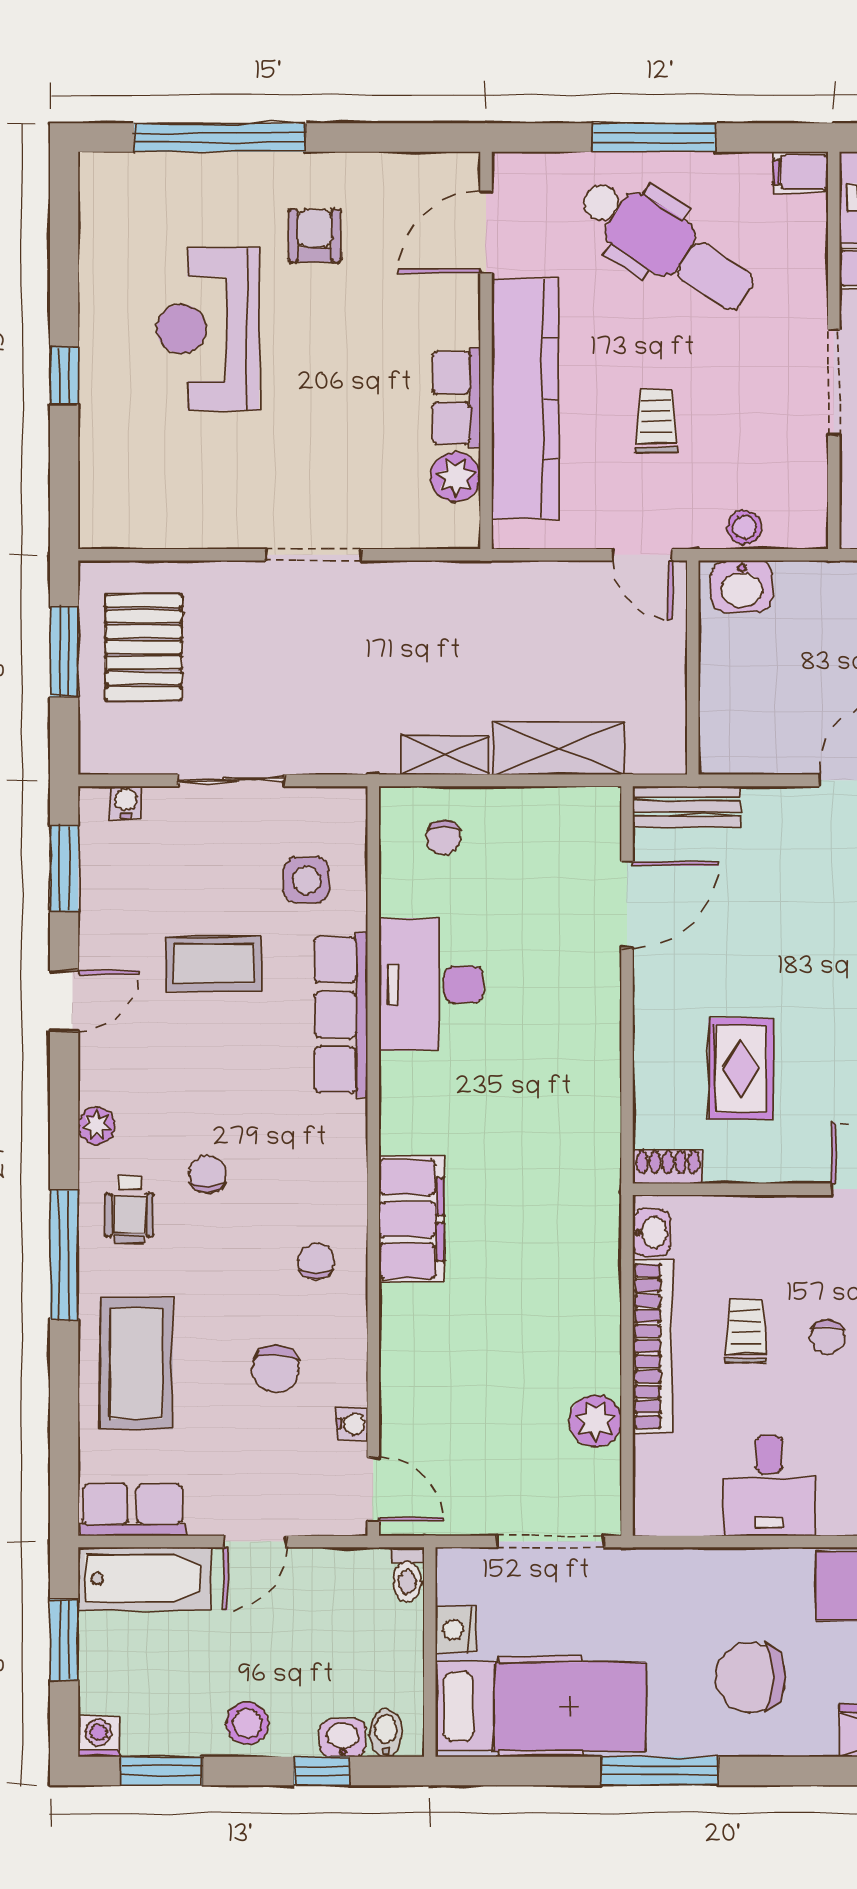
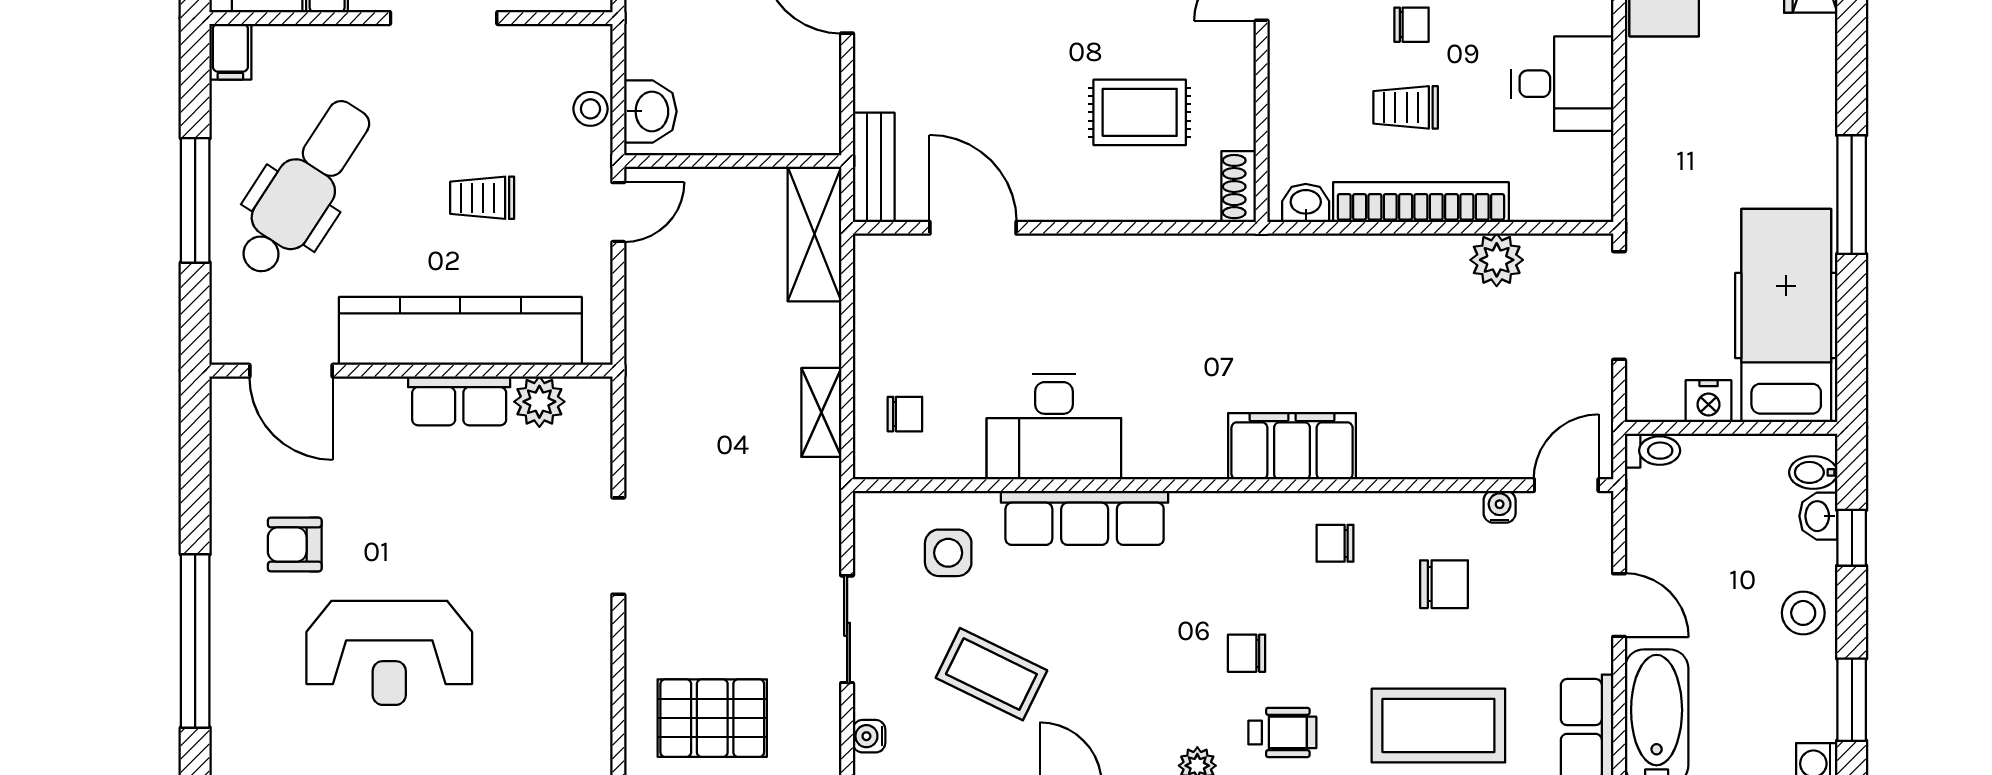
shelving: (559, 748) -> (814, 234), moved
coffee table: (213, 964) -> (991, 674), moved, turned -64
chair: (751, 1677) -> (1757, 102), removed

